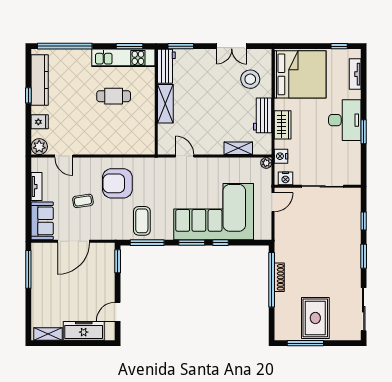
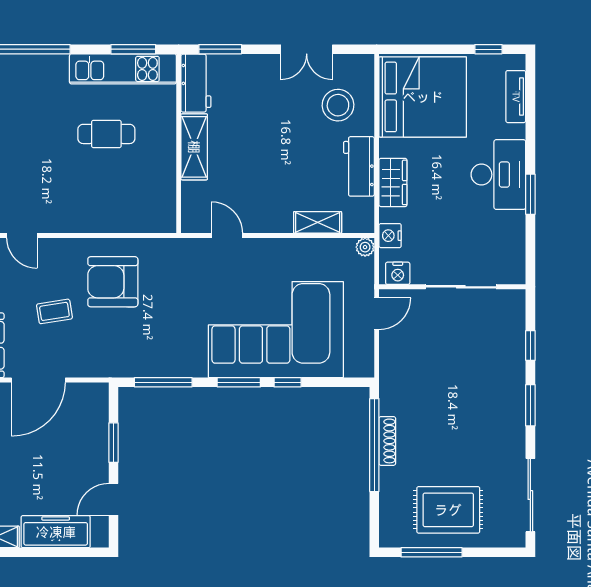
coffee table: (142, 221) -> (154, 345), removed
window: (118, 261) -> (113, 443), moved
rug: (315, 318) -> (448, 510), turned 90

